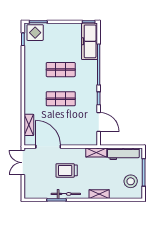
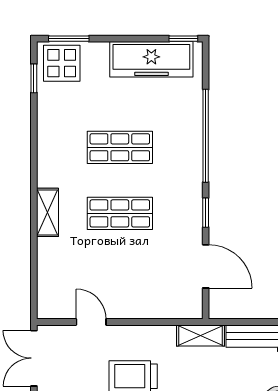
freezer: (89, 41) -> (151, 59), moved, turned -90
shelving: (29, 125) -> (48, 212), moved
door: (48, 147) -> (91, 322), width x0.53

